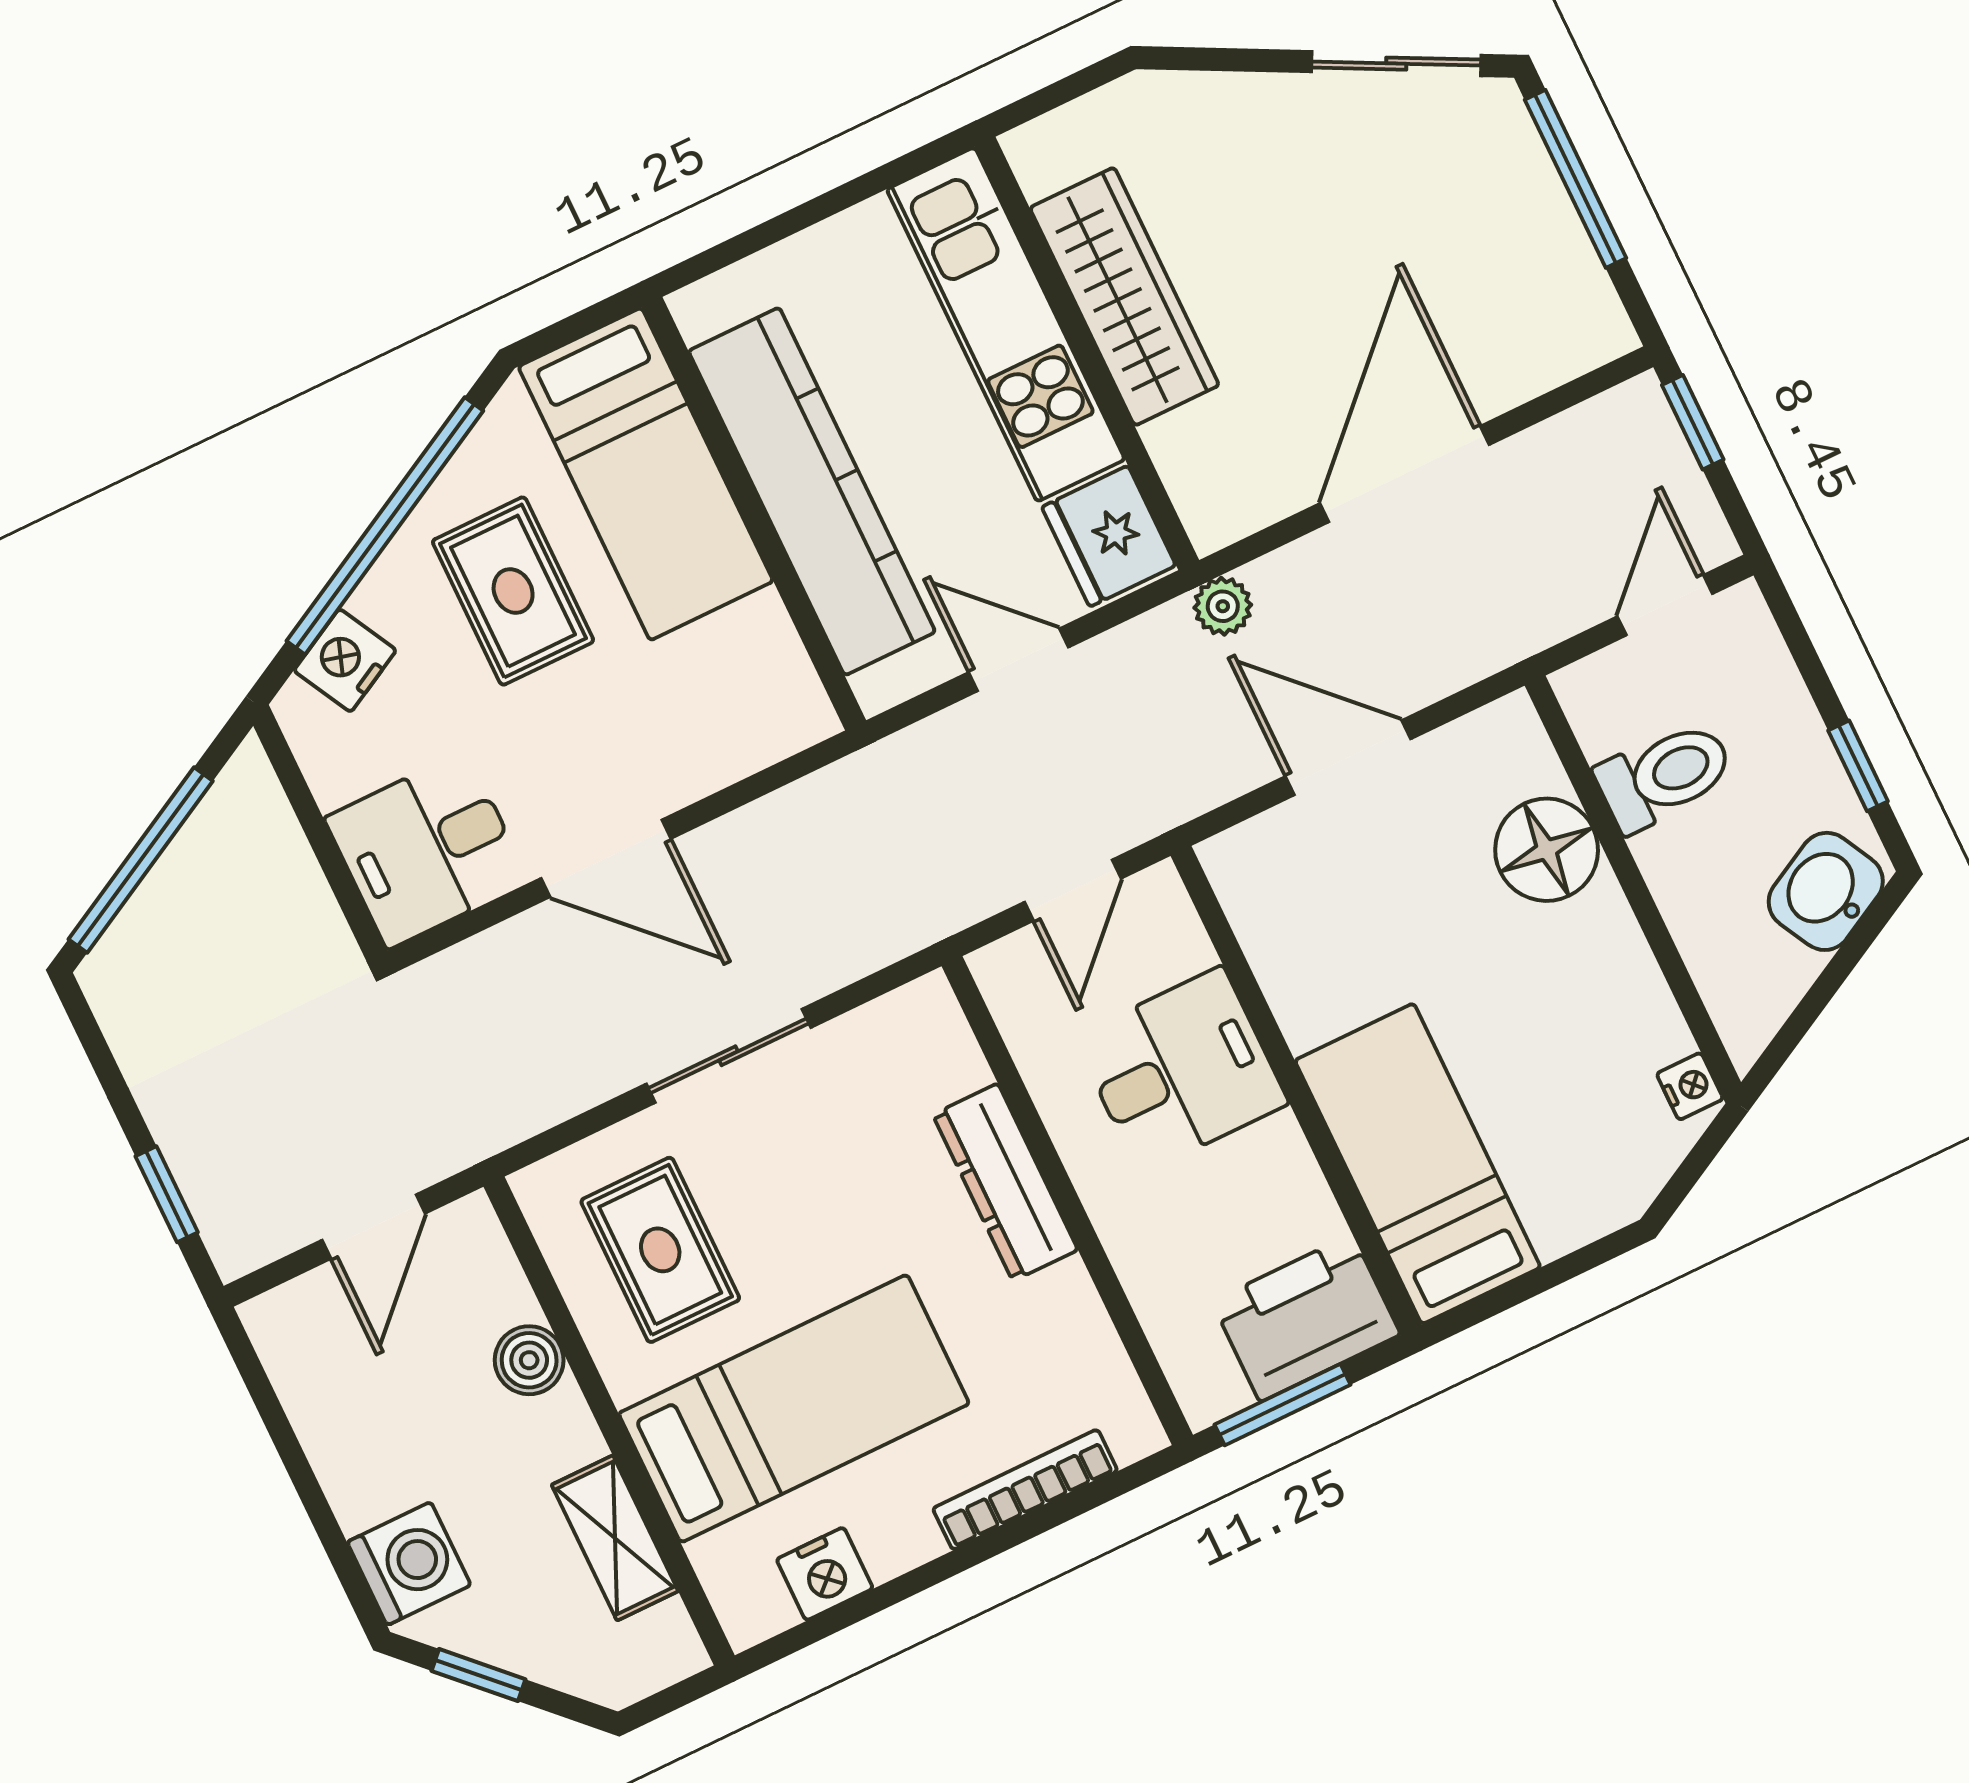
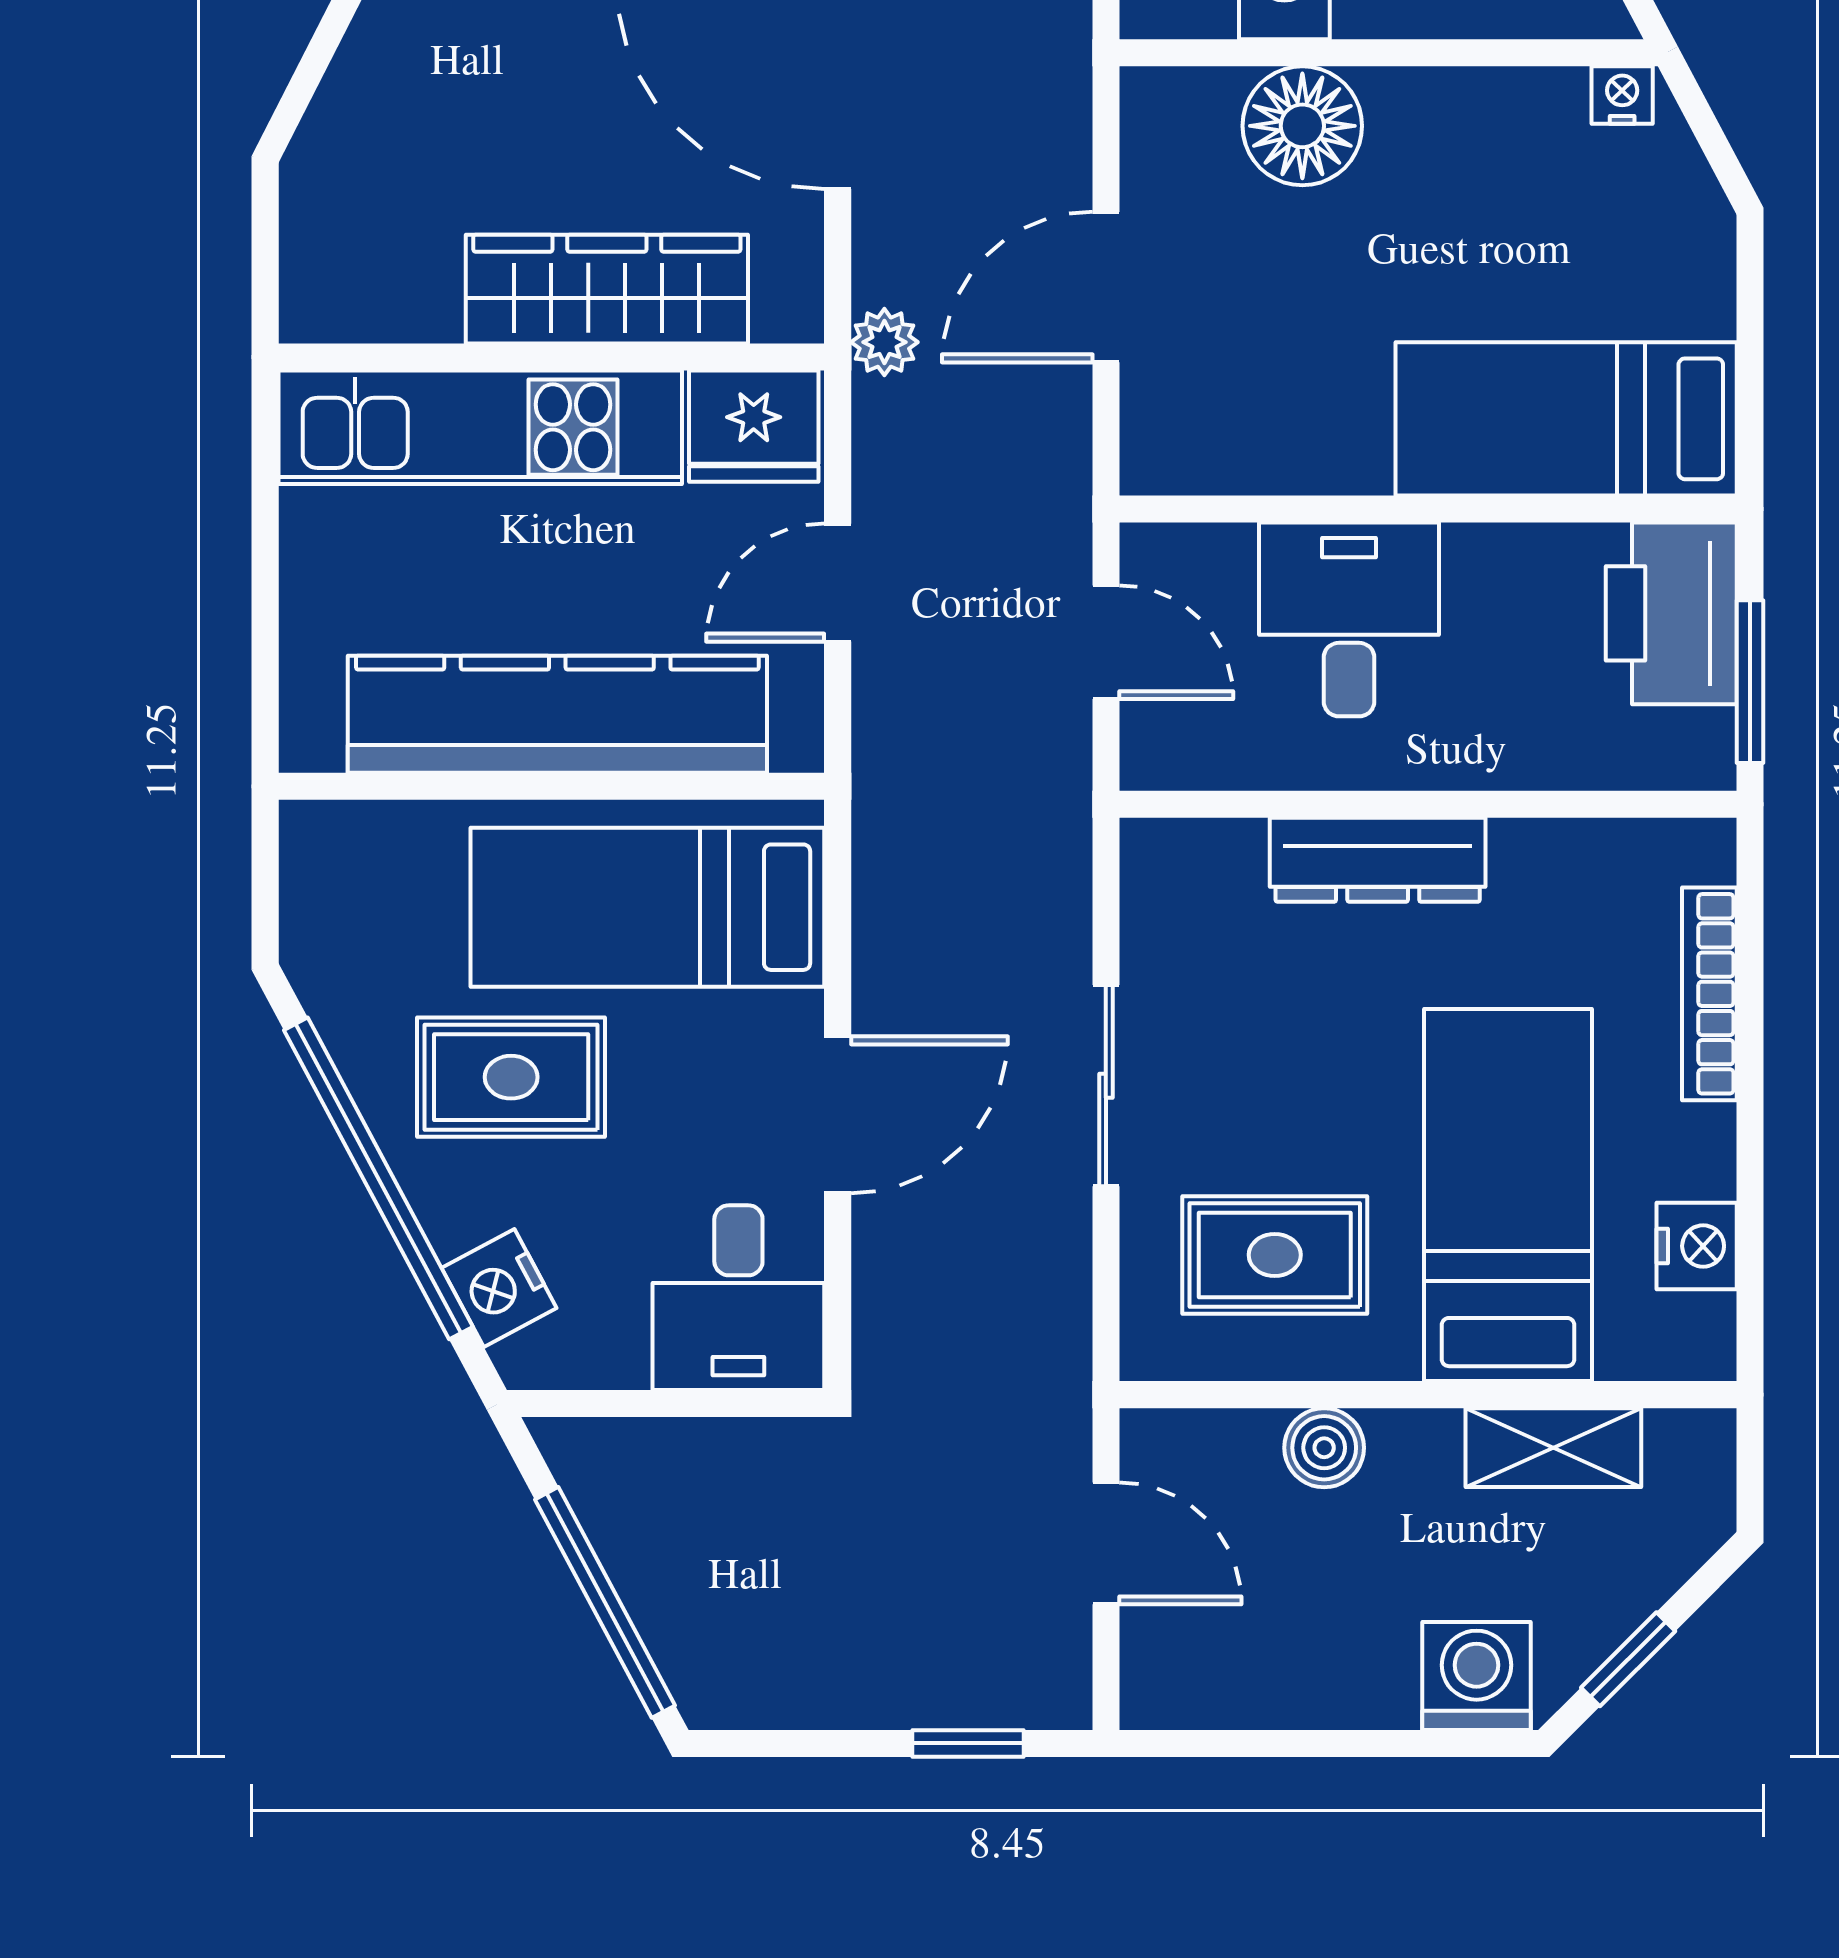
wardrobe: (1124, 296) -> (607, 289), moved
bed: (646, 474) -> (647, 907), moved, turned 180

